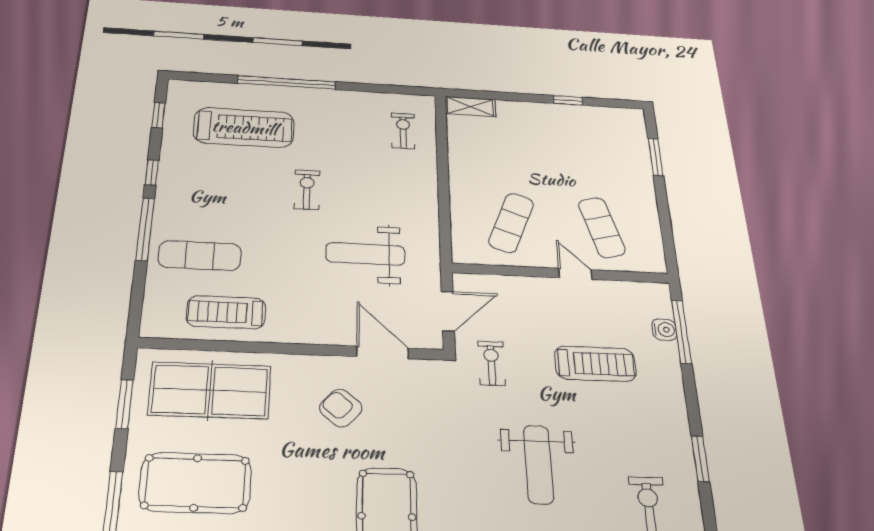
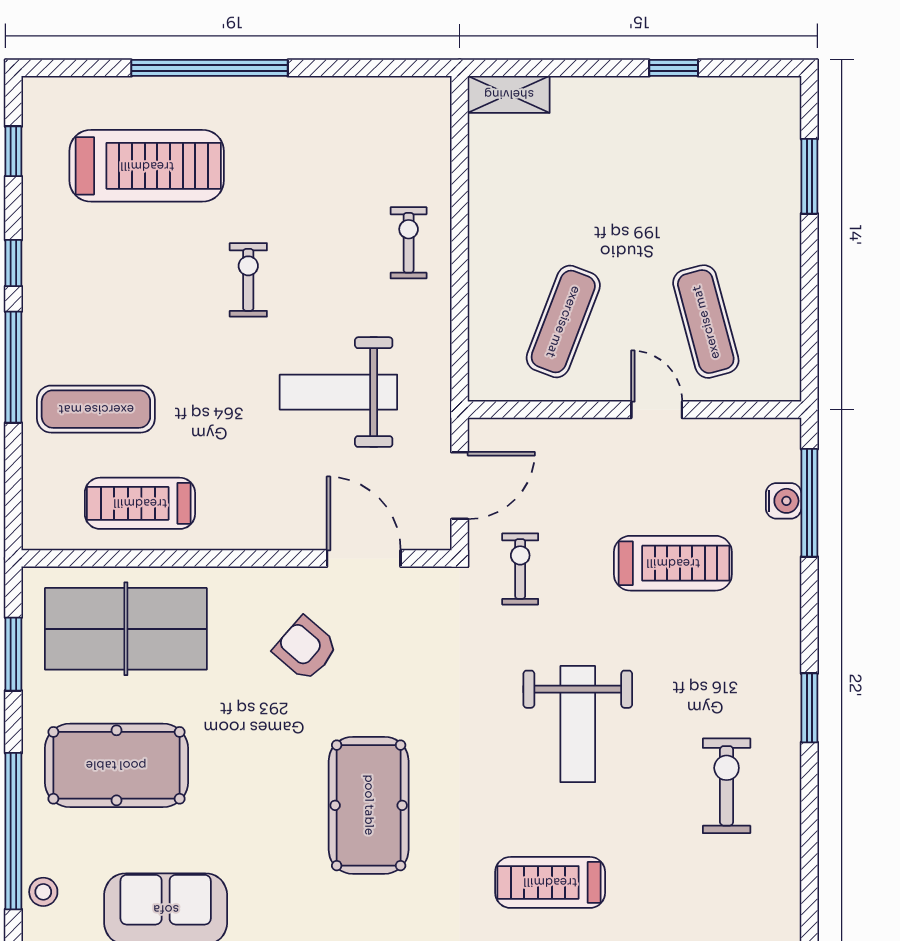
exercise bike: (403, 131) -> (409, 243), moved

